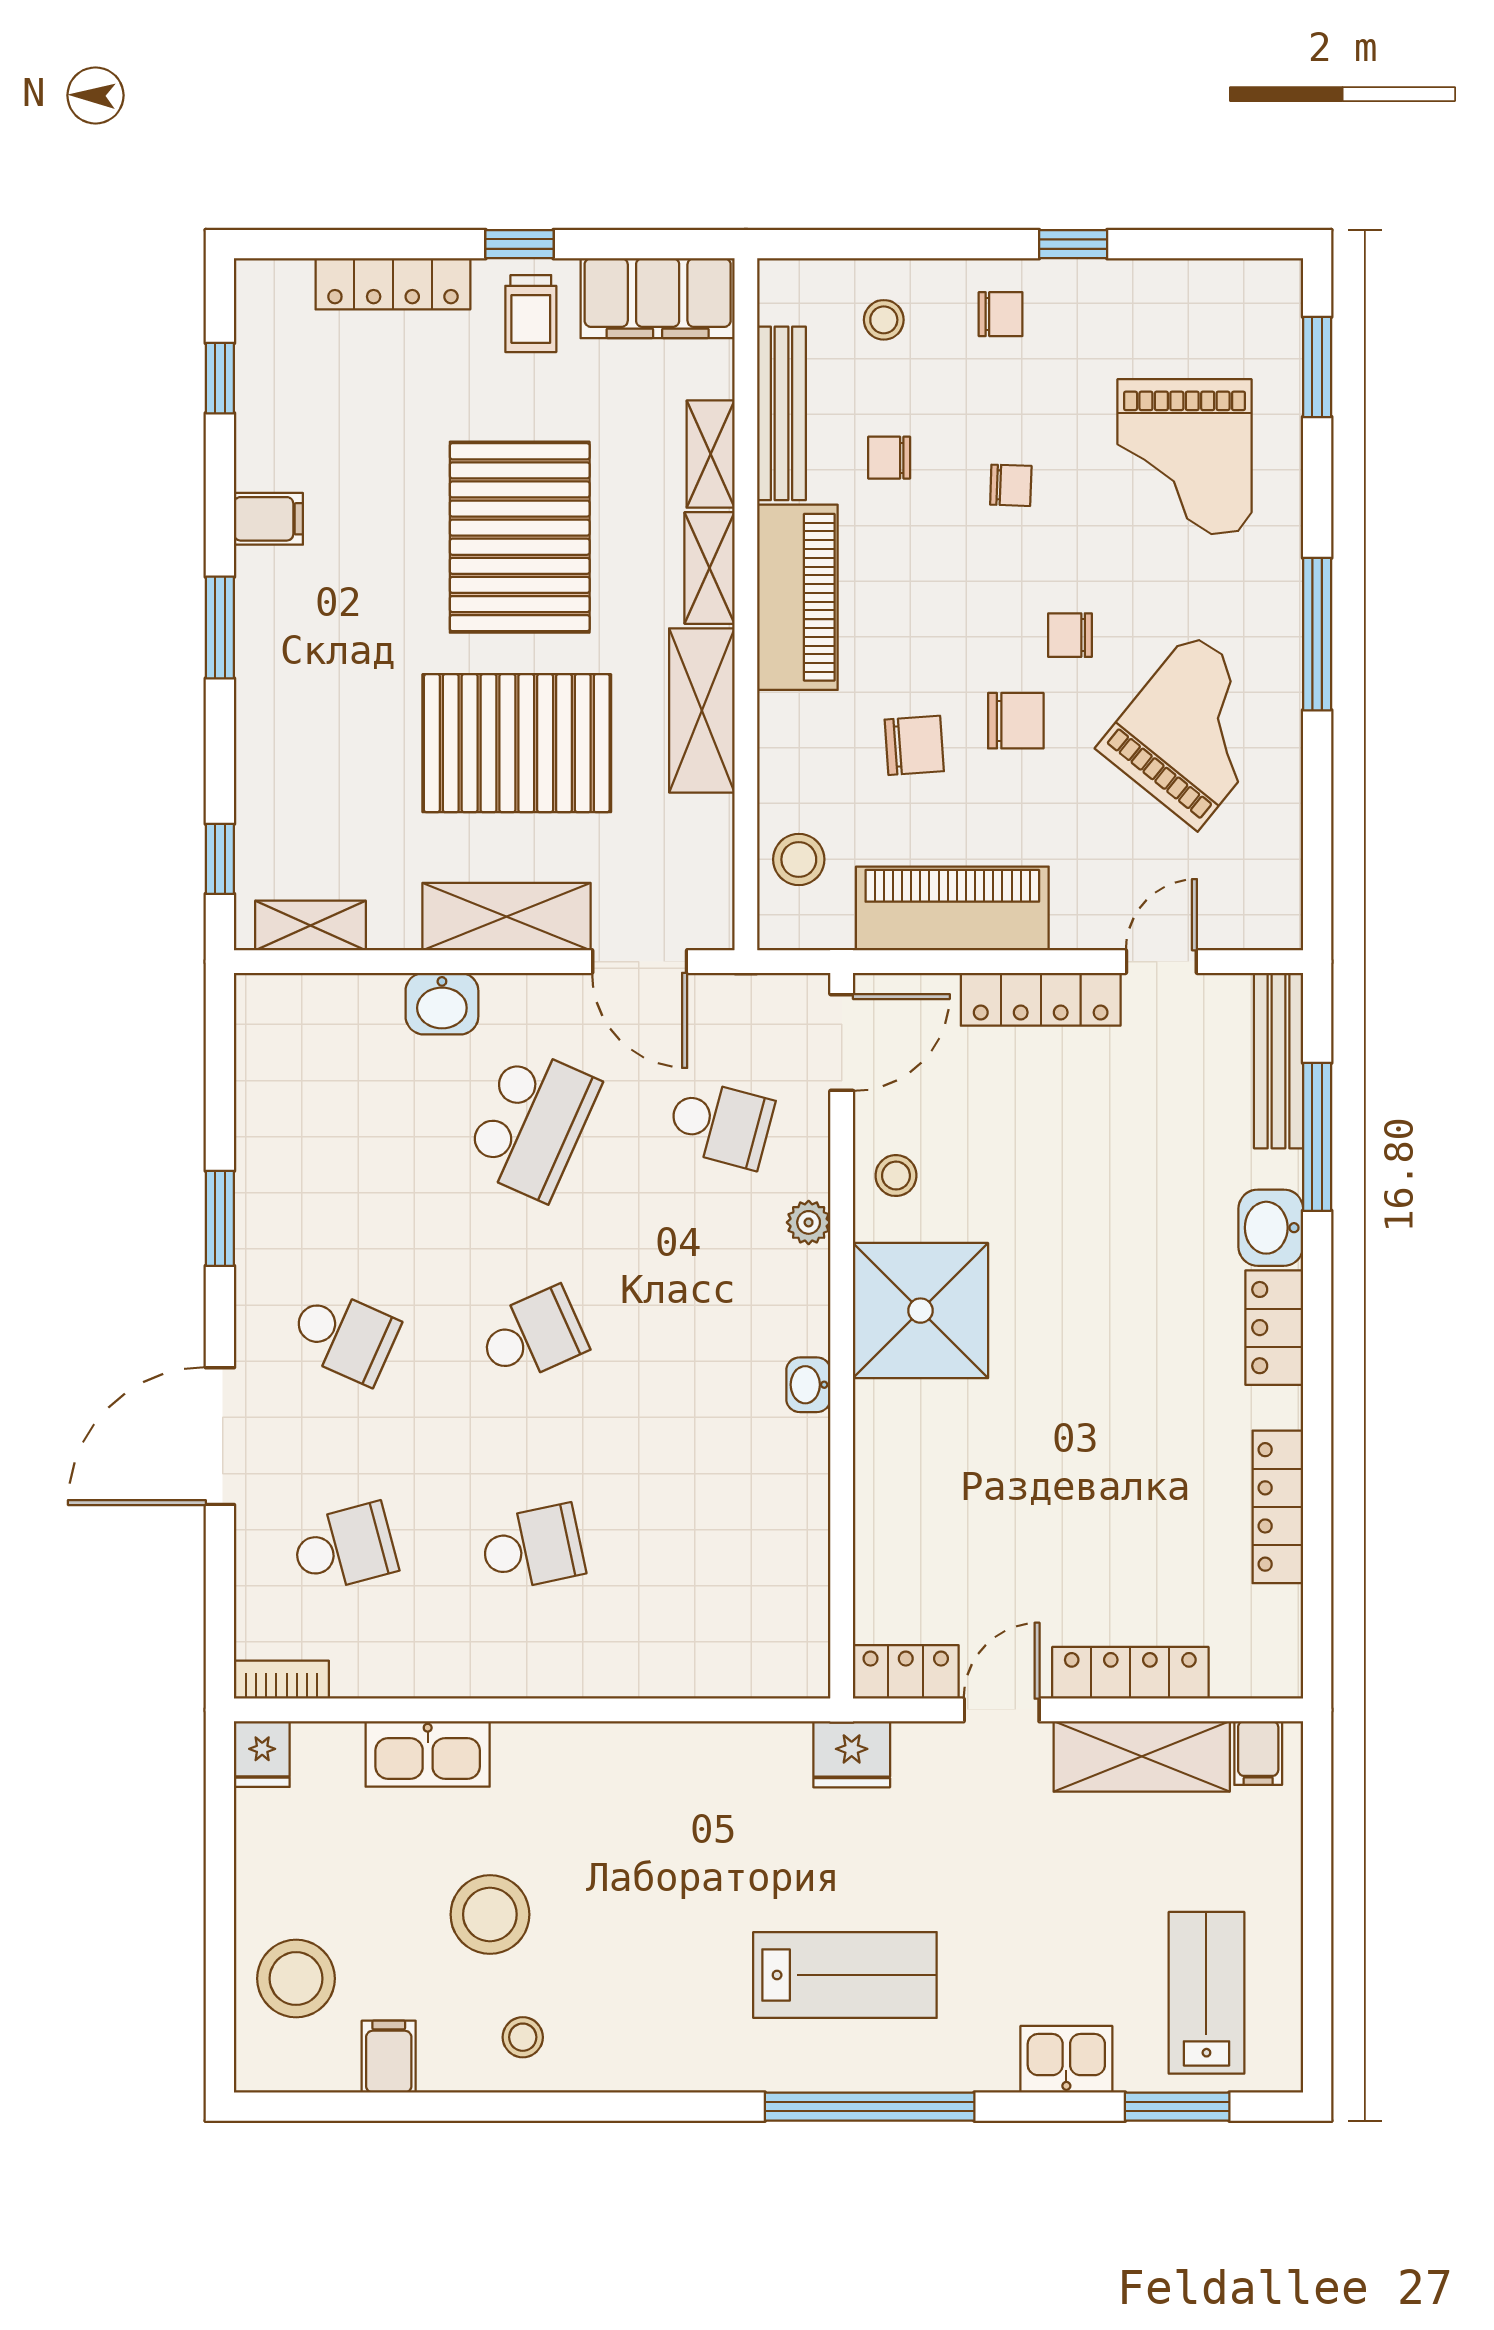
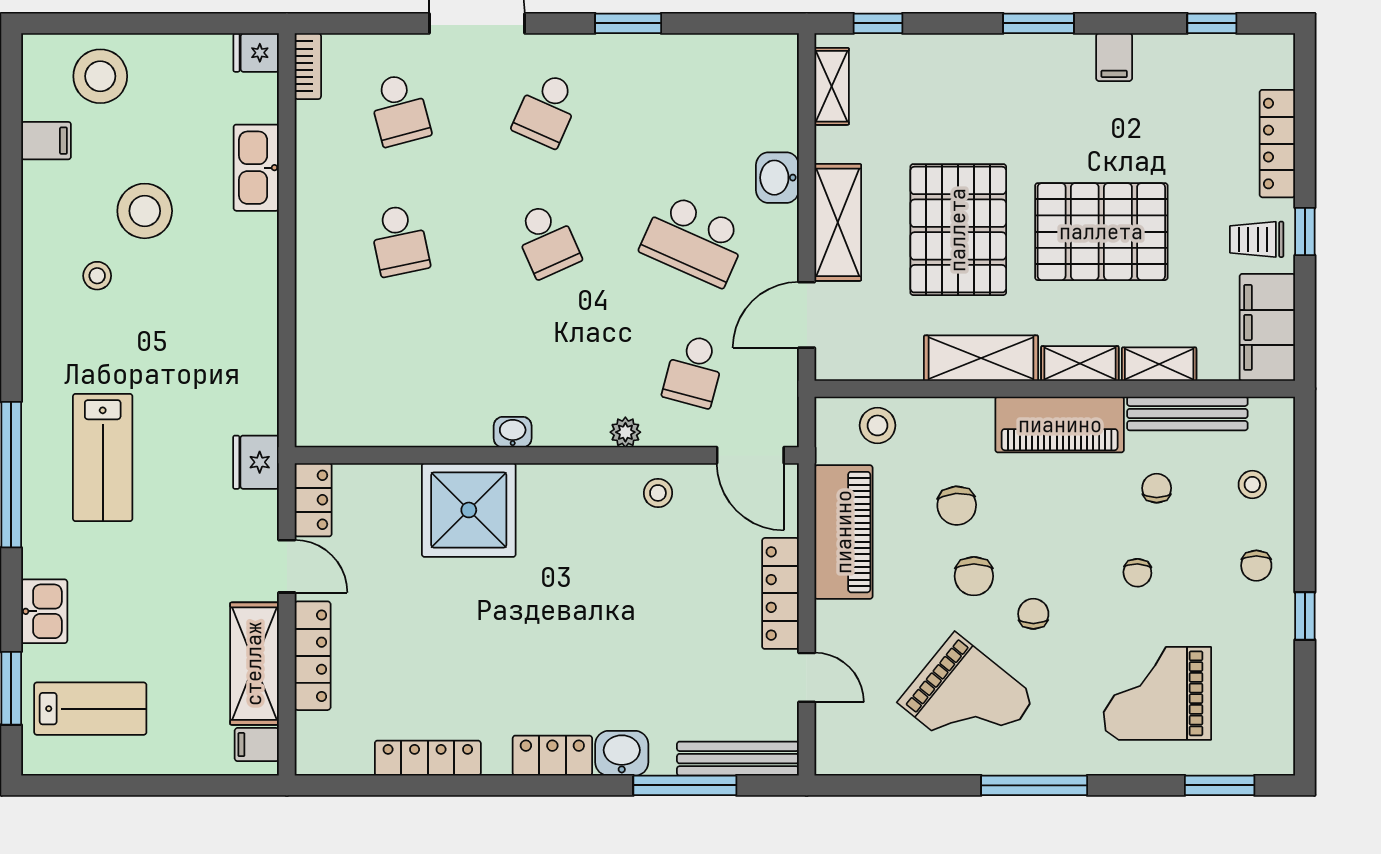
shower: (920, 1311) -> (469, 510), moved
stool: (523, 2037) -> (97, 276), moved

